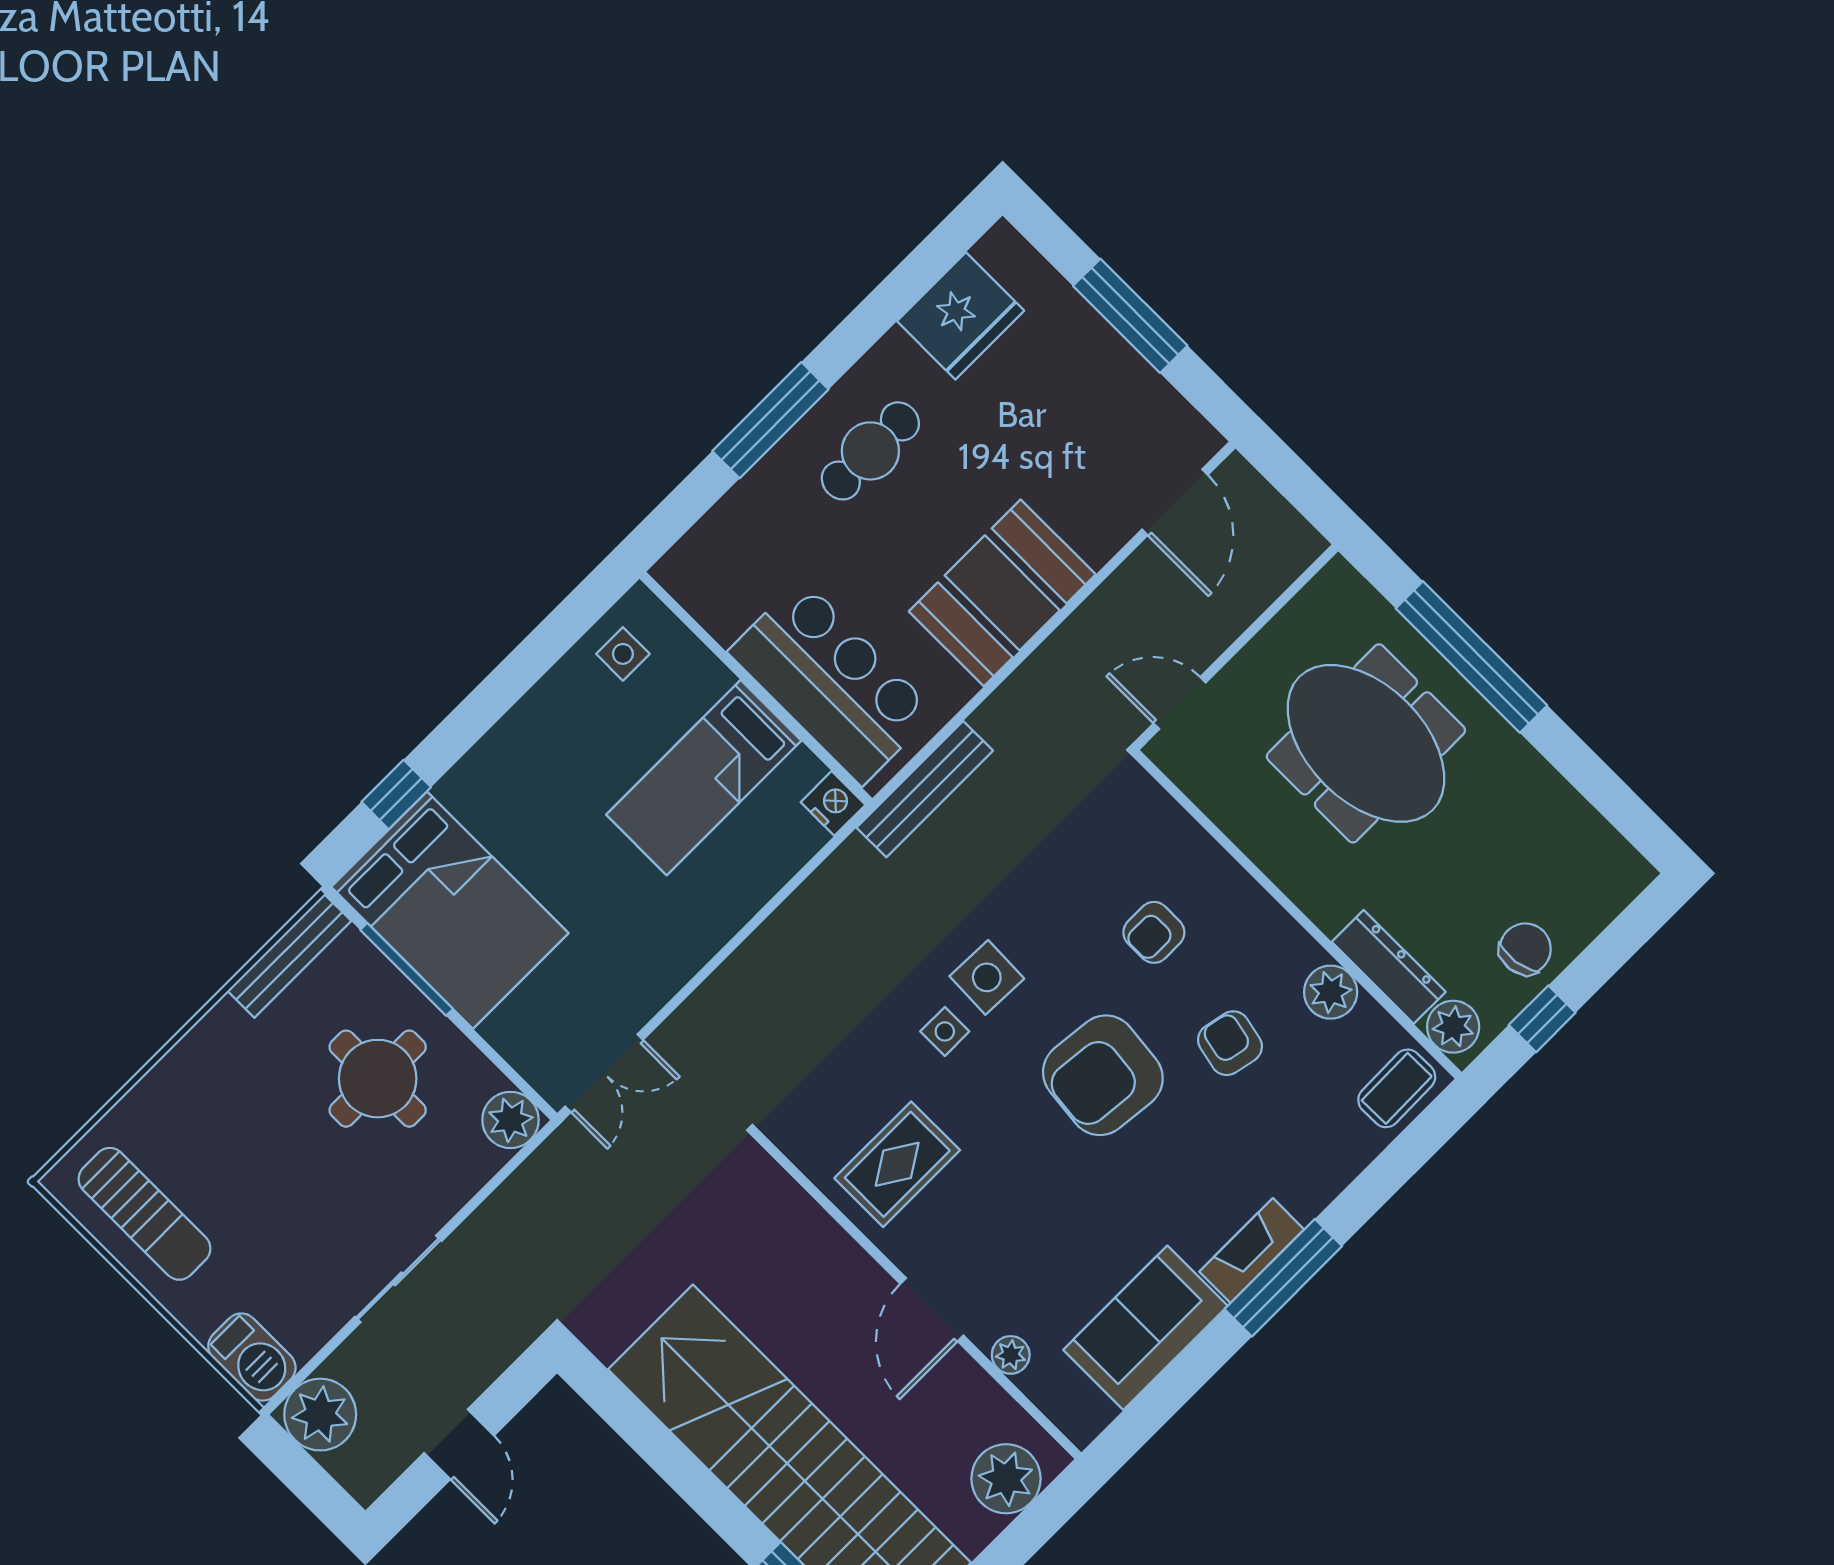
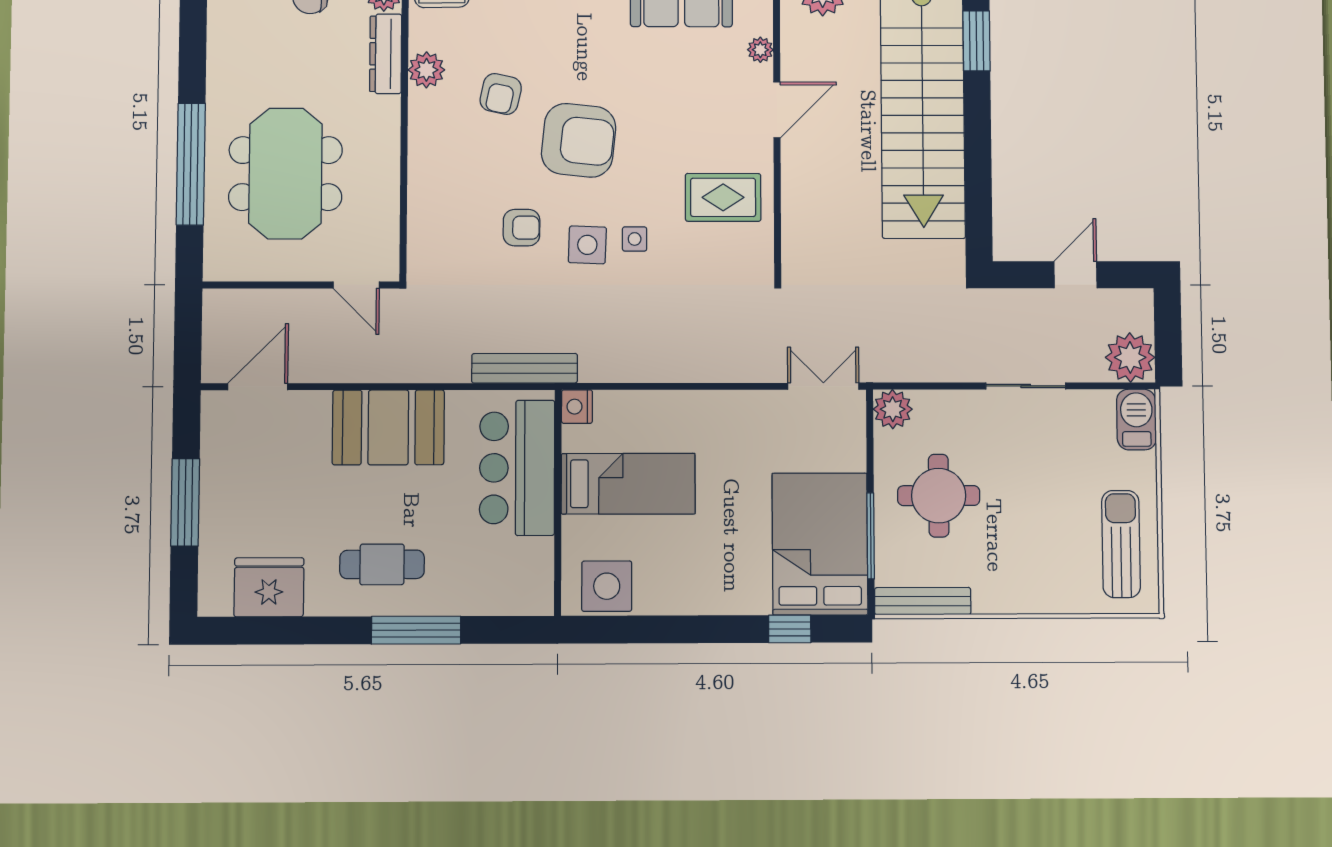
side table: (623, 654) -> (607, 586), width x1.87, depth x1.87
armchair: (1154, 932) -> (522, 228), moved

